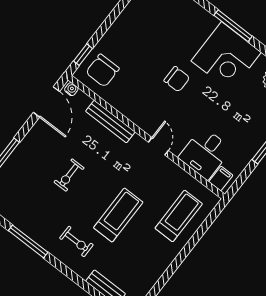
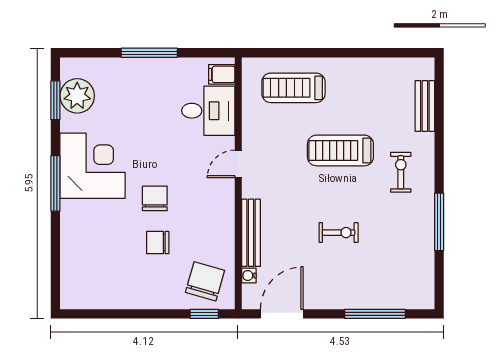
chair: (149, 60) -> (158, 243), added
chair: (103, 71) -> (205, 281), turned -74
water cooler: (71, 89) -> (249, 275), moved

